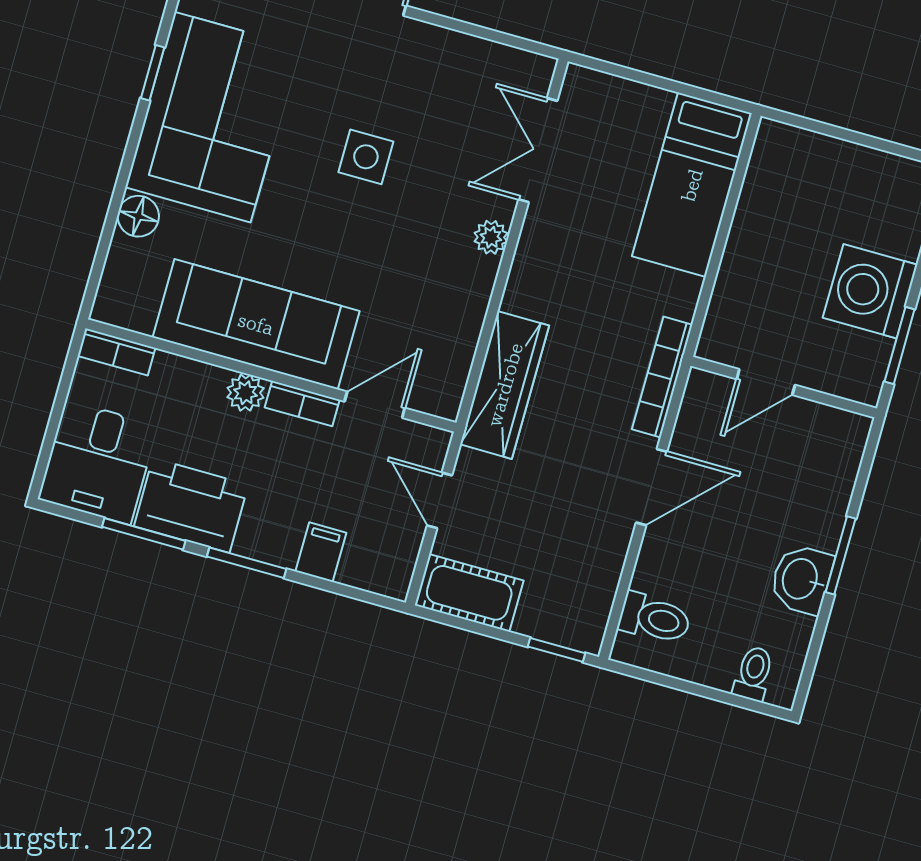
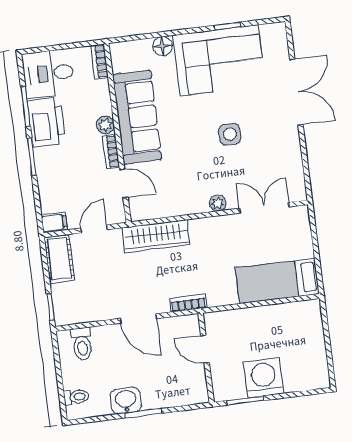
bookcase: (662, 377) -> (188, 303), width x0.64
filing cabinet: (321, 552) -> (54, 223), moved

